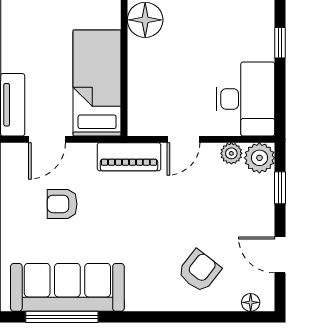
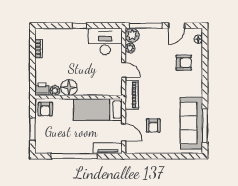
window: (280, 188) -> (146, 26), width x2.17
armchair: (199, 271) -> (184, 63), turned 142

